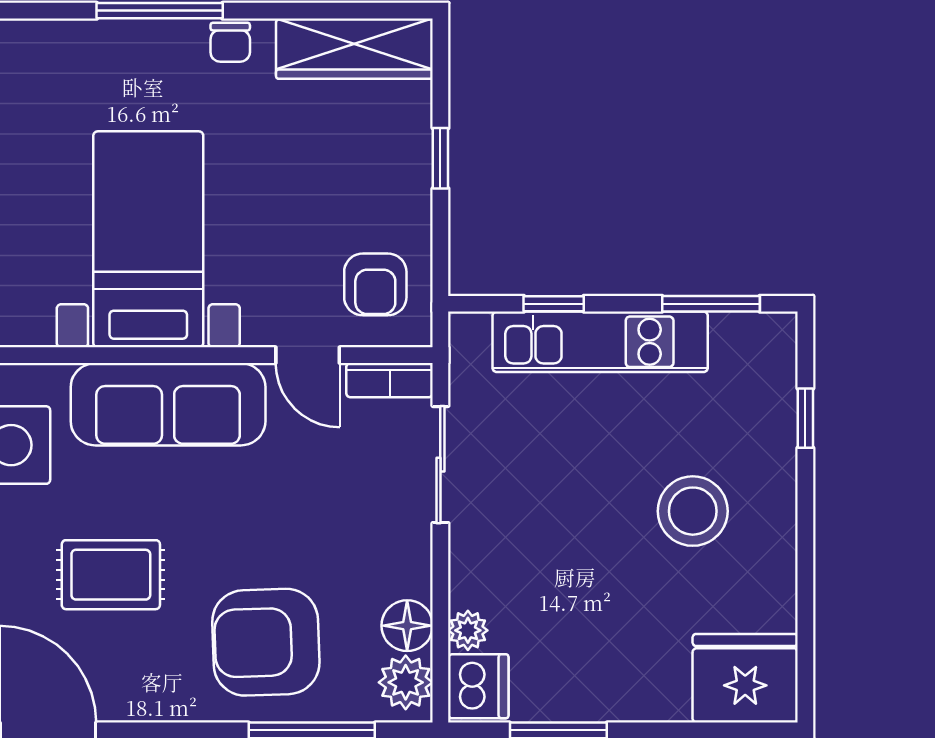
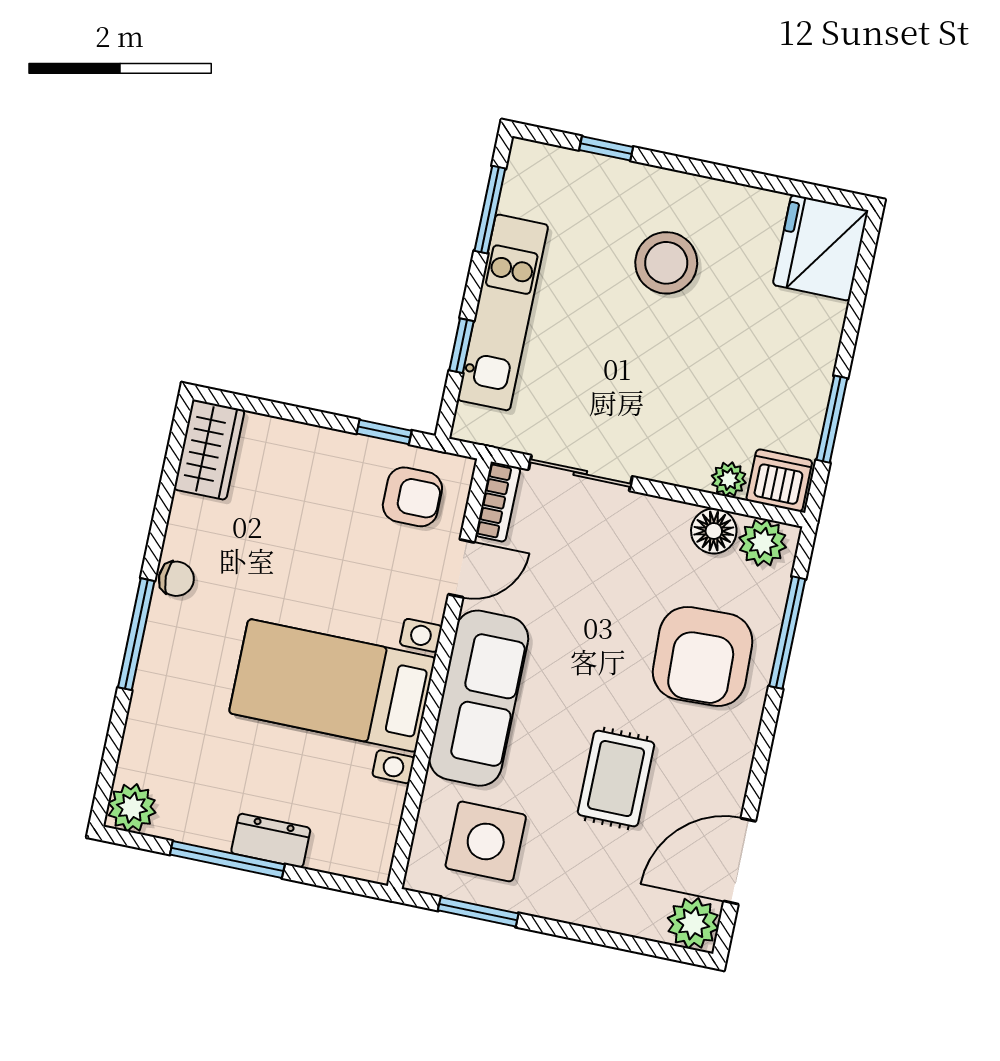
wardrobe: (354, 49) -> (209, 450), width x0.67
window: (440, 158) -> (384, 432), moved

